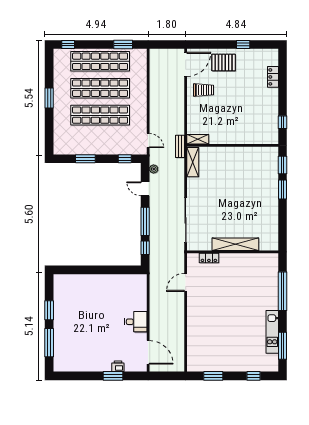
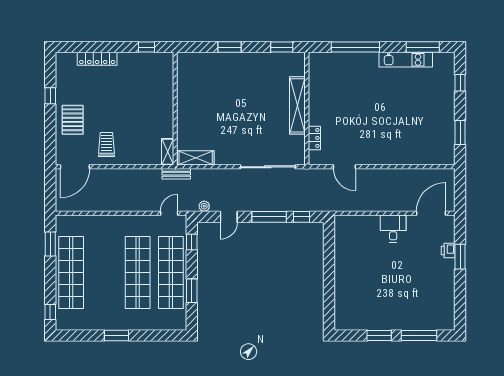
door: (186, 64) -> (75, 167), swing flipped
locker: (273, 77) -> (97, 59), width x1.53
shop shelf: (100, 88) -> (171, 273), moved
window: (282, 165) -> (282, 47), moved

